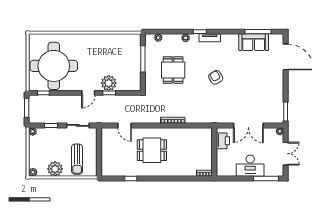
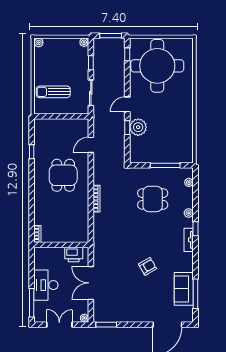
armchair: (216, 77) -> (148, 266), moved
door: (88, 93) -> (127, 104), hinge flipped
double door: (286, 154) -> (59, 325), swing flipped
plant: (55, 169) -> (42, 67), removed

